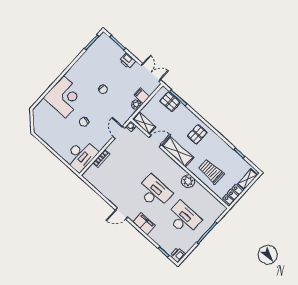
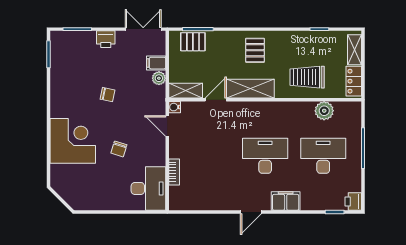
plant: (188, 181) -> (324, 111), moved

